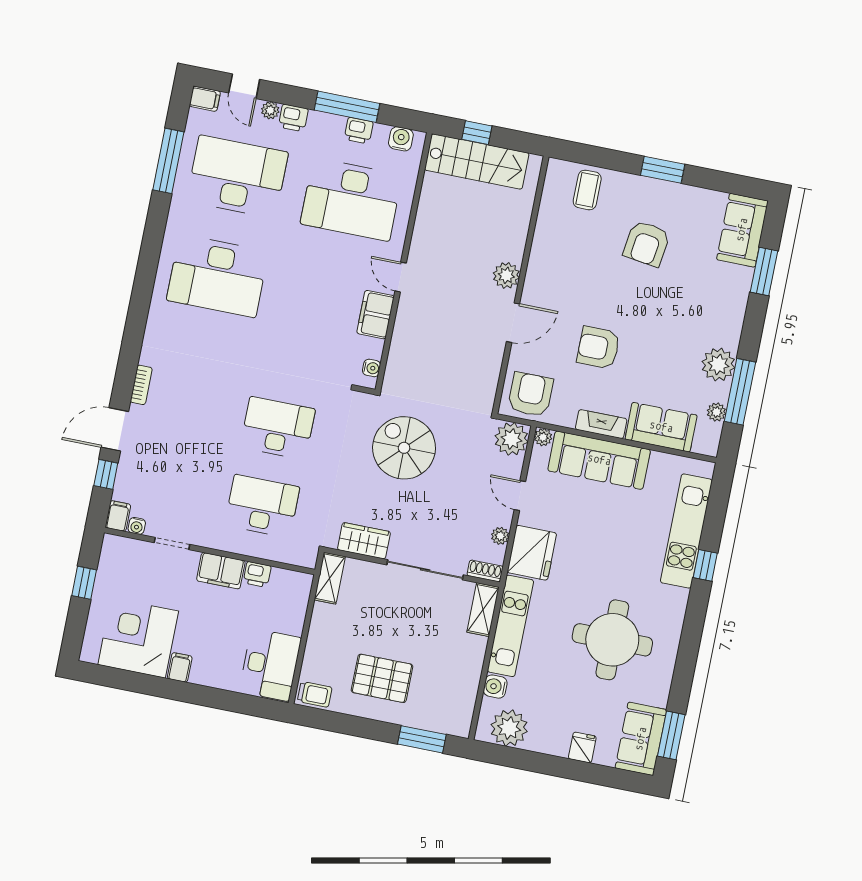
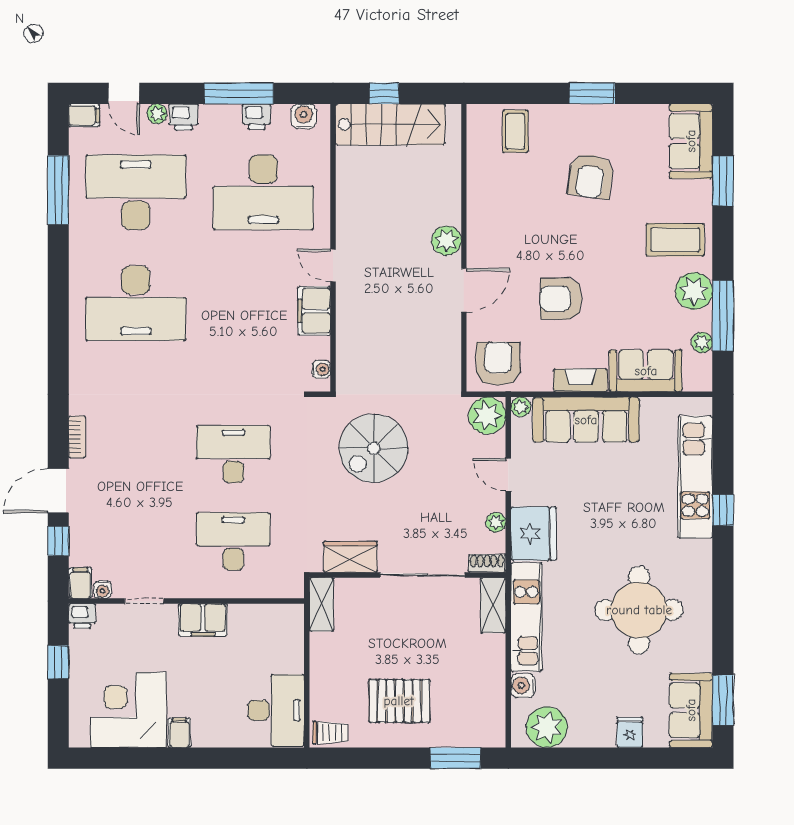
coffee table: (711, 315) -> (675, 240), added
spiral stairs: (404, 448) -> (374, 448), turned -90
printer: (257, 574) -> (82, 616), moved

